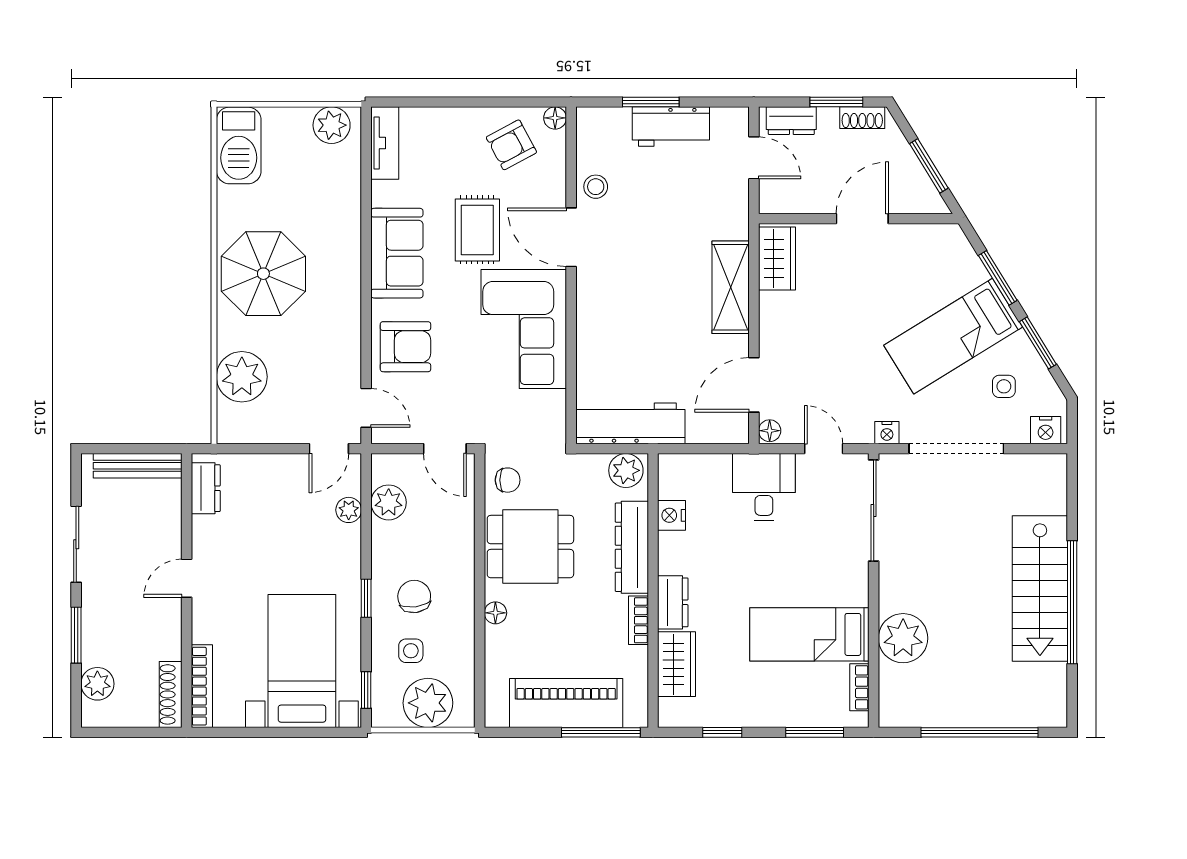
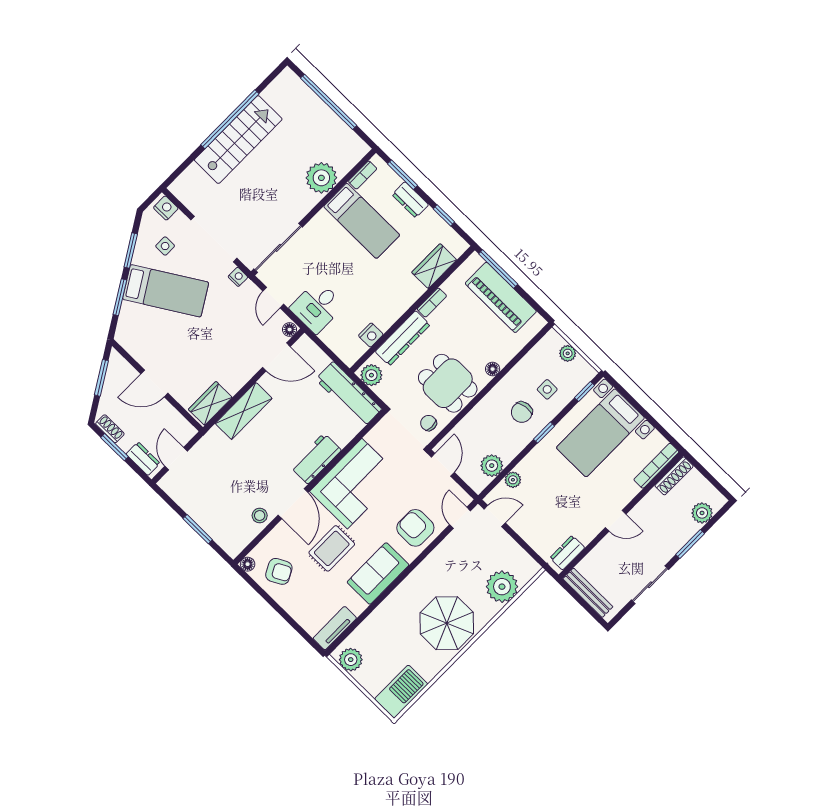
workbench: (671, 127) -> (316, 459), moved, turned -90
dresser: (673, 602) -> (410, 200), moved, turned -90
plant: (428, 703) -> (568, 353), width x0.53, depth x0.53

